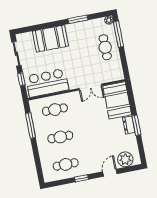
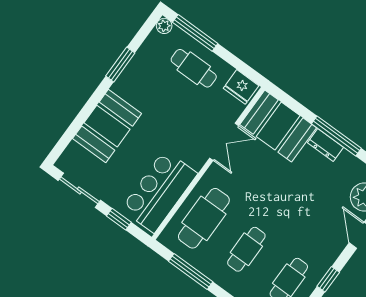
fridge: (117, 72) -> (241, 87), added
cafe table: (55, 110) -> (204, 218), width x1.37, depth x1.35
window: (136, 125) -> (336, 136), width x1.44

